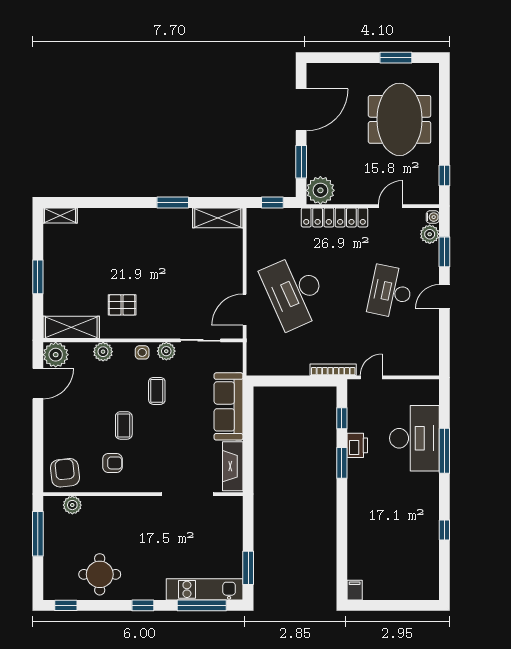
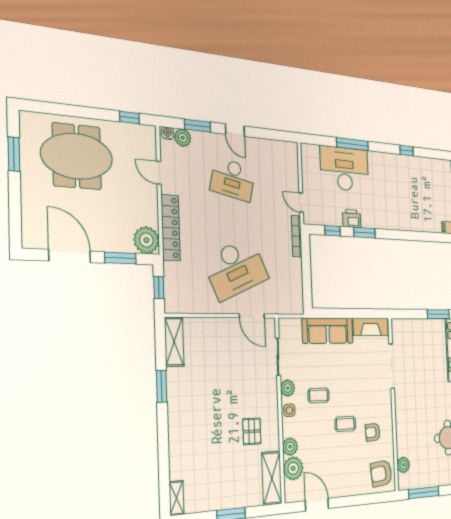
plant: (56, 355) -> (293, 468), moved
armchair: (112, 463) -> (373, 432), turned -93

